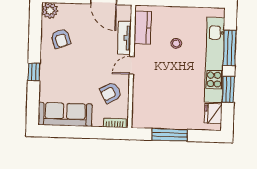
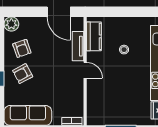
door: (132, 65) -> (85, 70), swing flipped
armchair: (111, 93) -> (23, 74), moved

